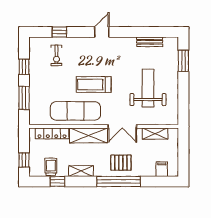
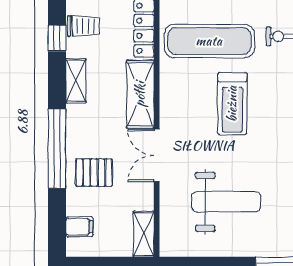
treadmill: (94, 84) -> (232, 104), turned 180
exercise mat: (75, 111) -> (209, 41), moved, turned 90
shelving: (155, 134) -> (144, 234), moved
pallet: (121, 163) -> (94, 173), moved, turned 90

